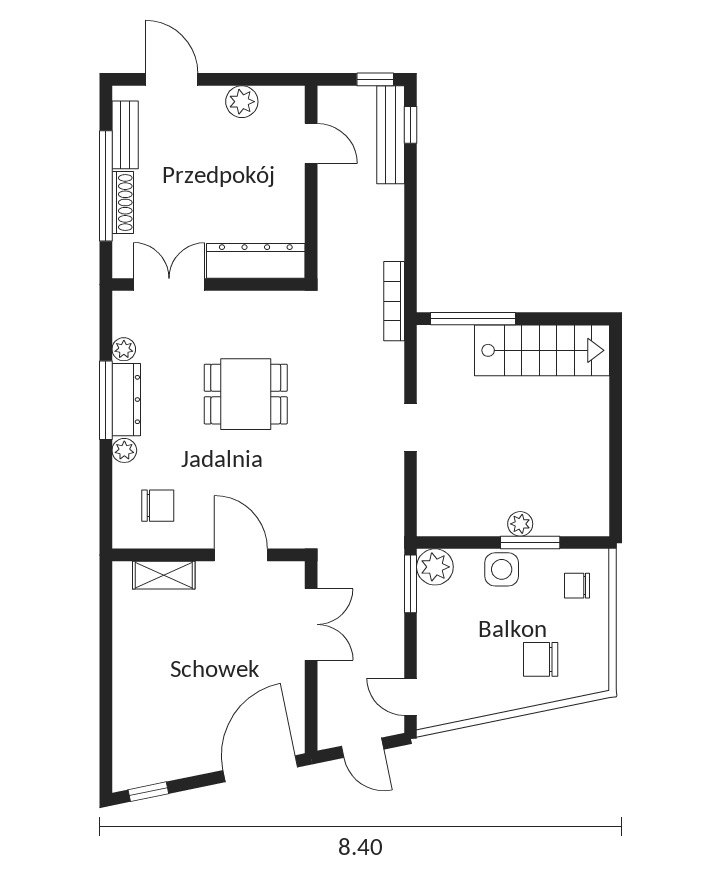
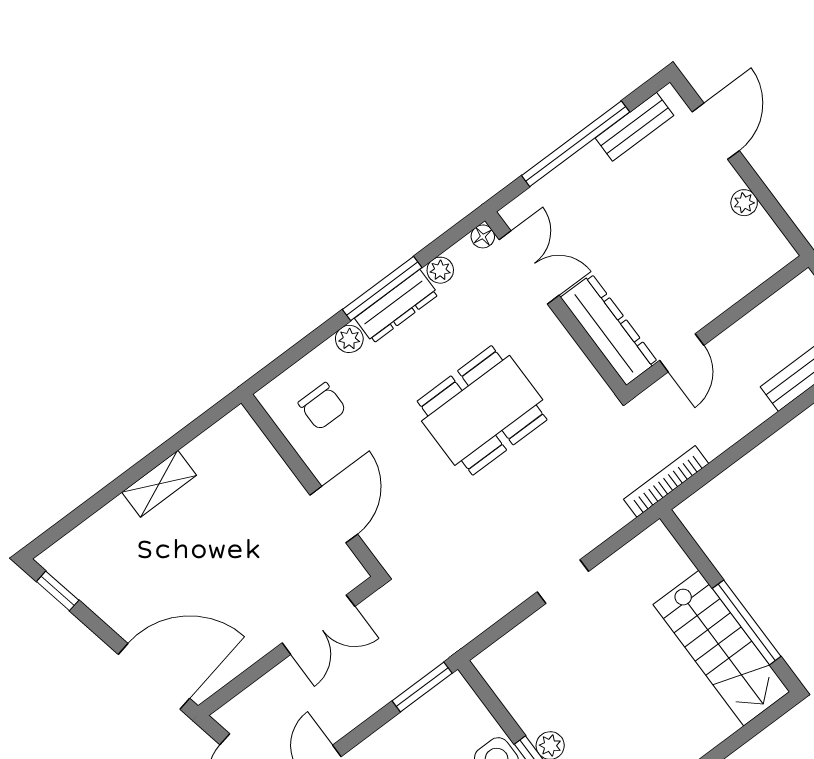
plant: (242, 102) -> (744, 203), width x0.73, depth x0.73
door: (311, 143) -> (682, 353), moved
shoe rack: (123, 202) -> (572, 170), removed
floor lamp: (122, 301) -> (483, 236), added
window: (473, 319) -> (747, 622), moved
dining table: (246, 394) -> (482, 410), width x1.38
plant: (435, 567) -> (454, 698), removed
shelving: (164, 575) -> (159, 484), moved, turned 90

